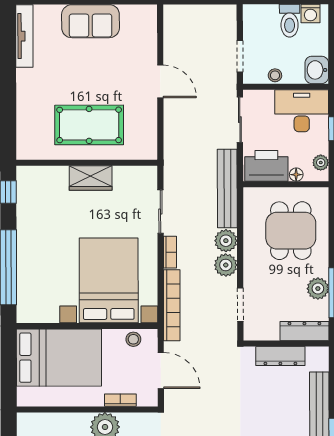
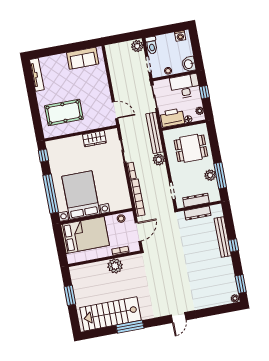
sofa: (90, 21) -> (83, 58), moved
toilet: (290, 21) -> (152, 45), moved
door: (160, 81) -> (115, 110), moved
pool table: (89, 125) -> (64, 112), moved
wardrobe: (91, 178) -> (94, 139), moved
dining table: (291, 231) -> (191, 148), turned 90
plant: (226, 265) -> (137, 46), moved
bed with nightstands: (109, 280) -> (81, 195), moved
dresser: (304, 331) -> (196, 200), moved
door: (161, 371) -> (138, 232), hinge flipped

